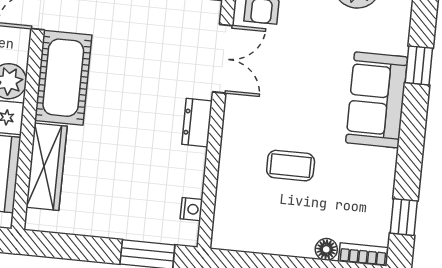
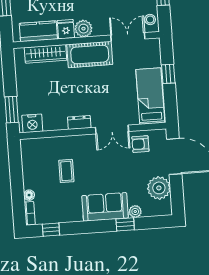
plant: (396, 41) -> (135, 212), added
nightstand: (191, 209) -> (32, 123), width x1.89, depth x1.79

